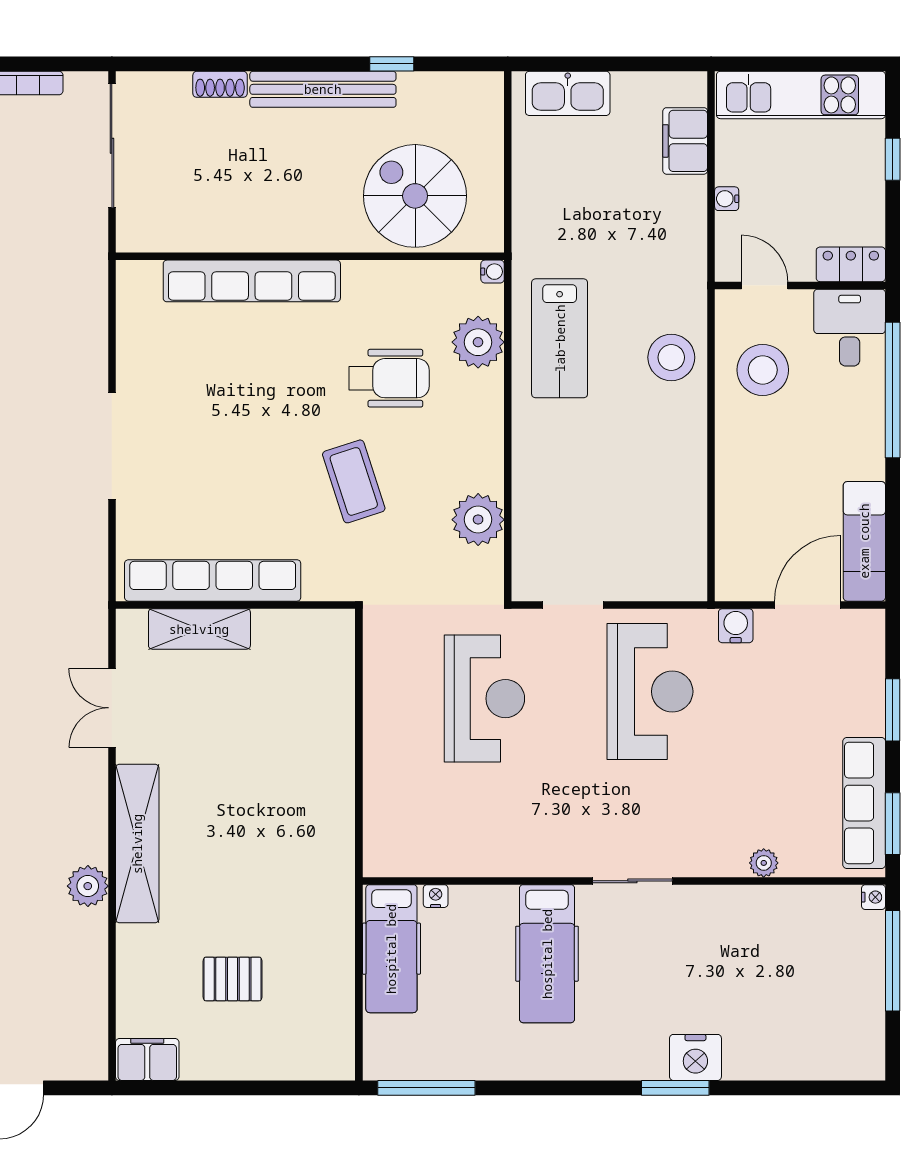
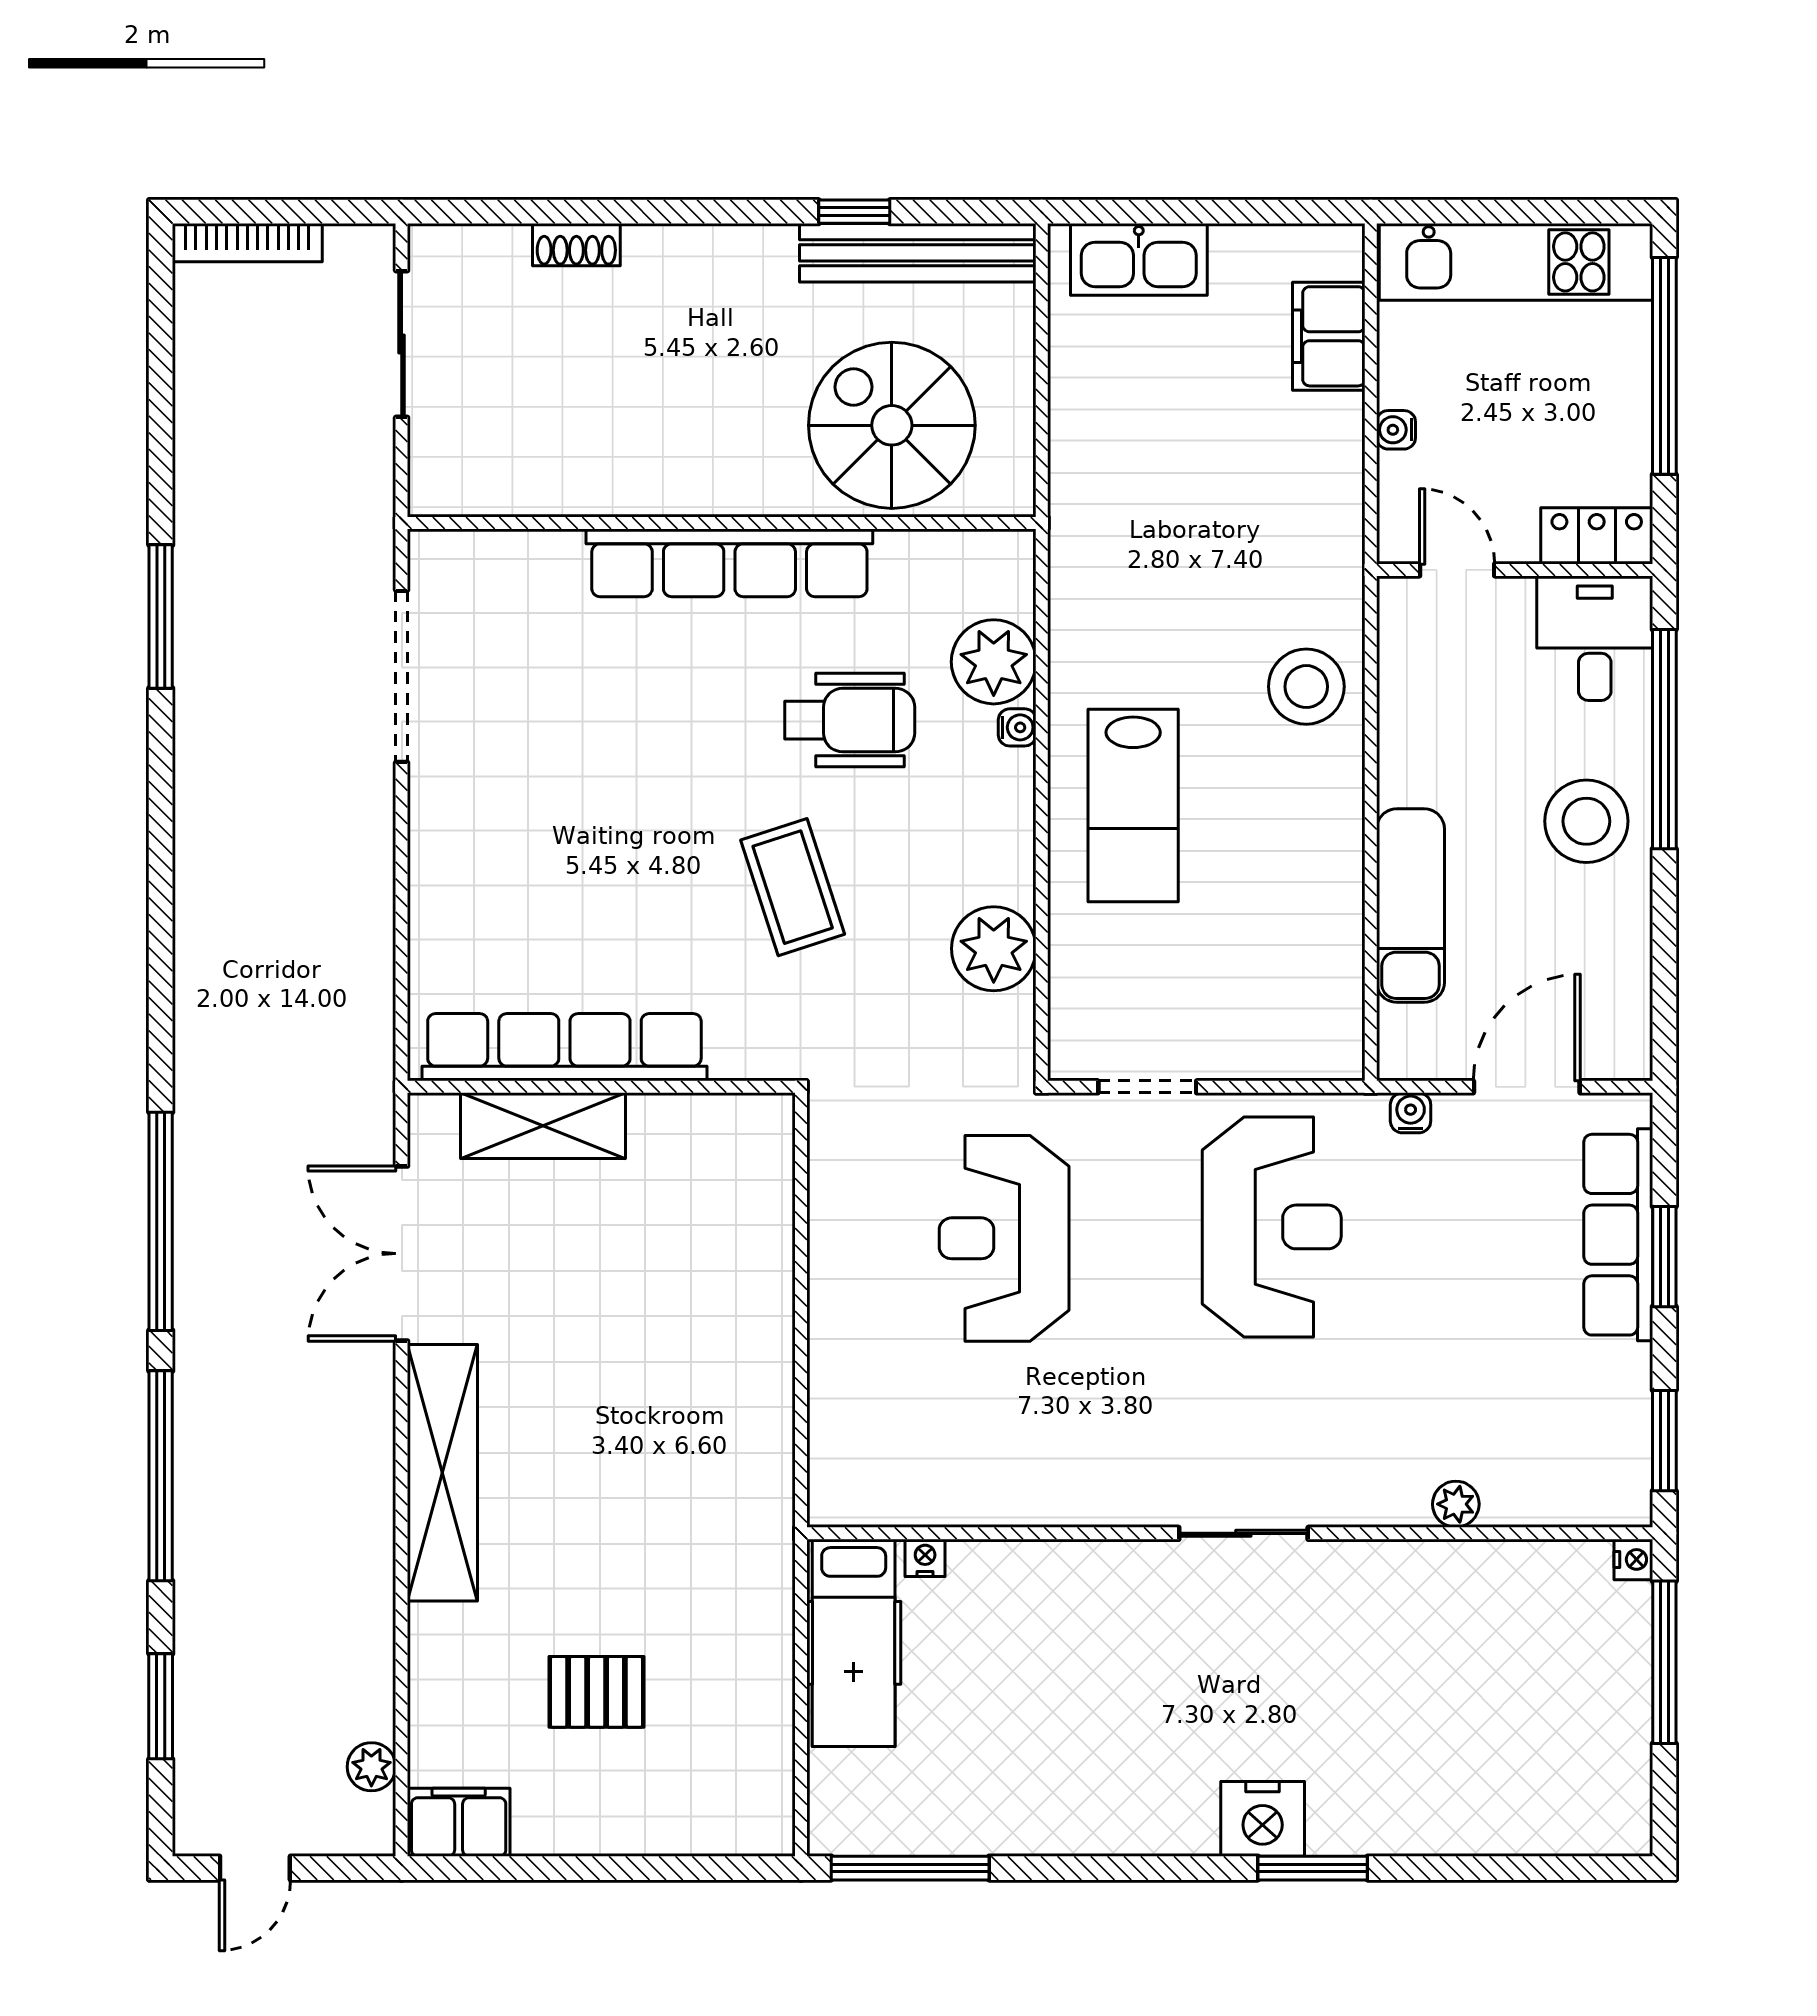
bench: (323, 89) -> (918, 253), moved
sliding door: (112, 146) -> (402, 344), width x0.73
window: (893, 159) -> (1664, 366), width x3.17
water cooler: (493, 272) -> (1017, 727), moved
row of seats: (252, 281) -> (729, 563), moved
lab bench: (560, 338) -> (1133, 806), moved
stool: (763, 370) -> (1586, 821), moved
doorway: (112, 446) -> (402, 676), moved
exam couch: (864, 541) -> (1411, 906), moved, turned 180
water cooler: (736, 626) -> (1411, 1113), width x0.72, depth x0.72
reception desk: (484, 699) -> (1004, 1238), turned 180
double door: (112, 708) -> (402, 1254), width x1.37
row of seats: (864, 803) -> (1618, 1235), moved
plant: (88, 886) -> (371, 1767), moved, width x0.73, depth x0.73
hospital bed: (547, 954) -> (1105, 1651), removed
nightstand: (695, 1057) -> (1263, 1819), moved

